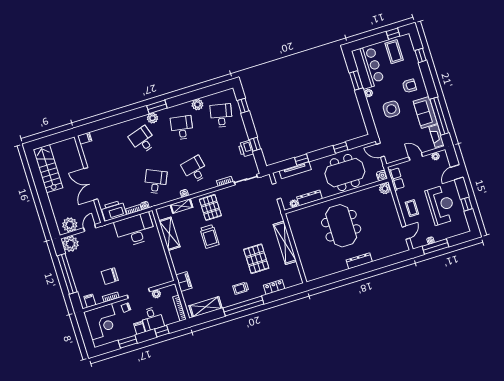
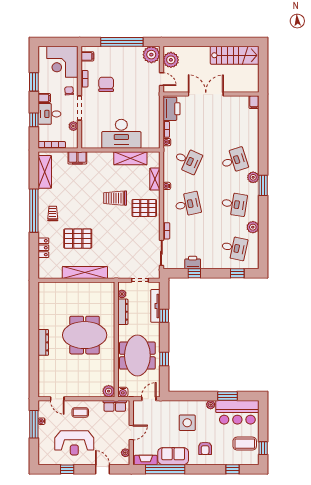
desk: (135, 230) -> (121, 134), moved, turned 90

